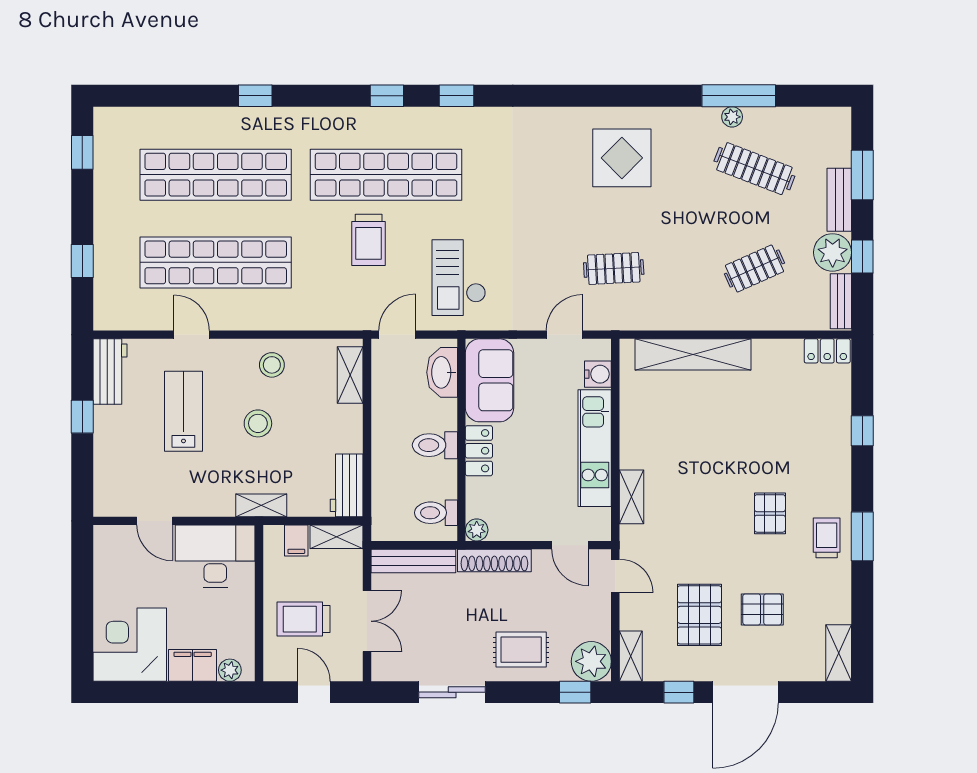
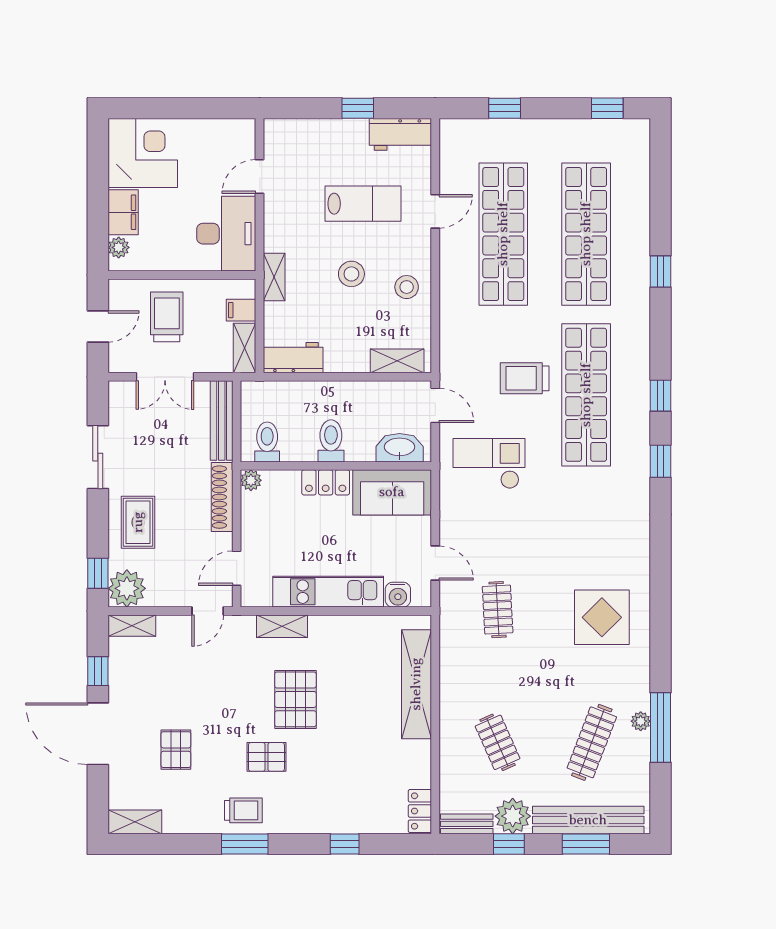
bench: (839, 200) -> (588, 820), width x1.86, depth x1.21
pallet: (699, 615) -> (295, 699), moved, turned 90

